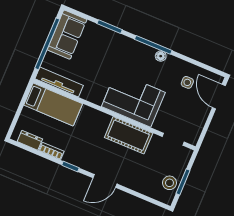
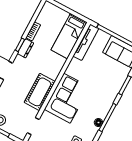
dresser: (30, 140) -> (25, 48), moved

